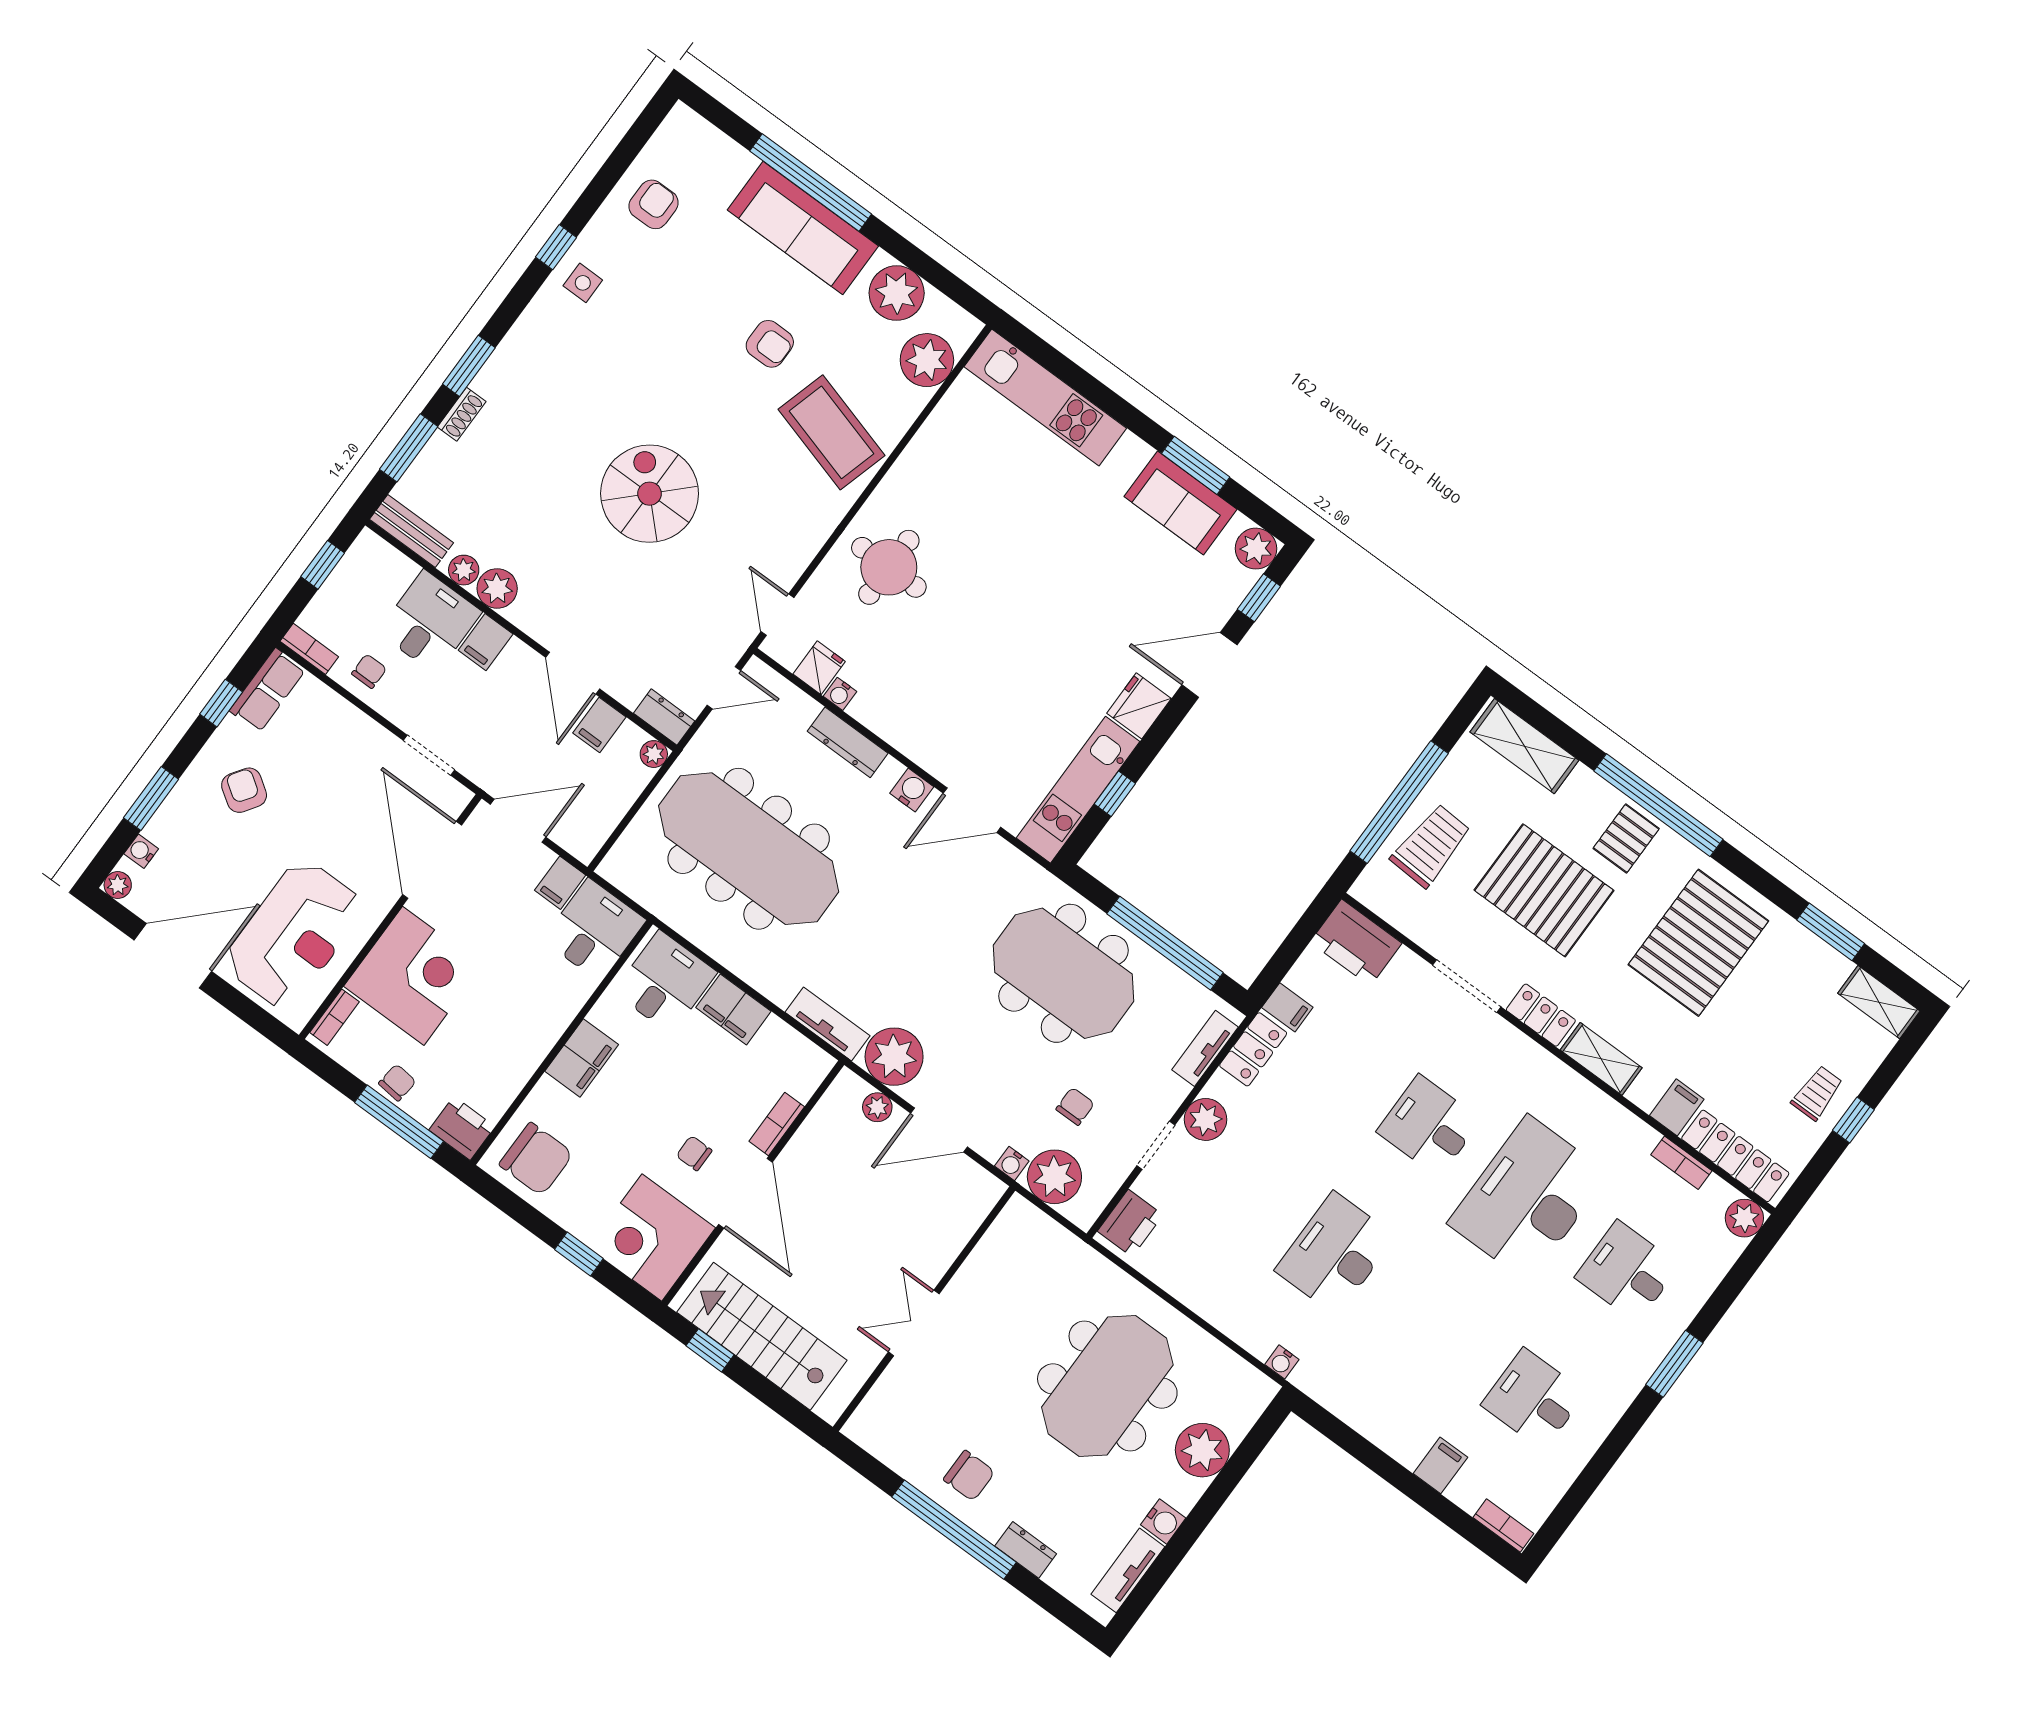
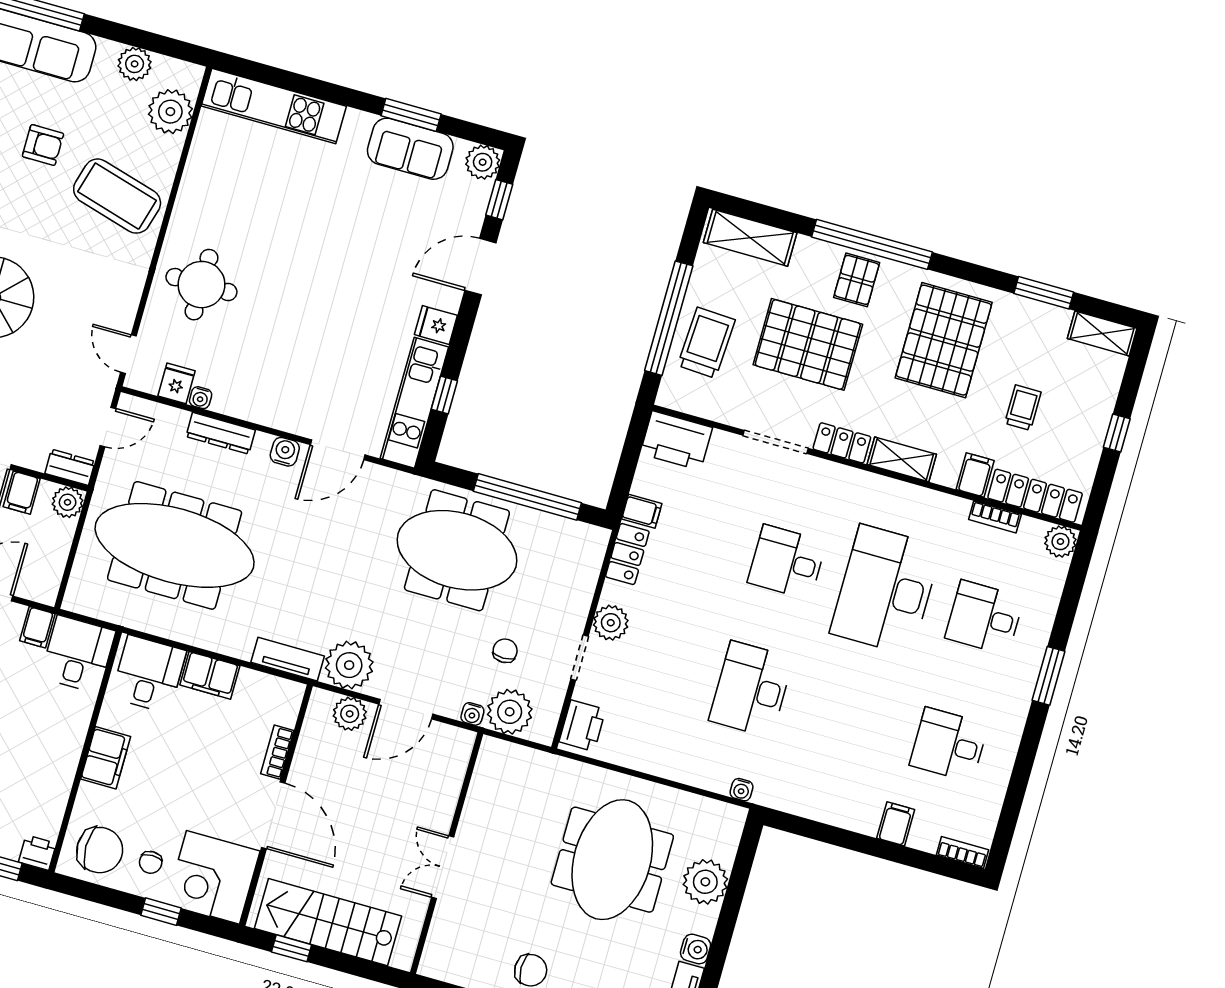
plant: (897, 293) -> (135, 64), width x0.73, depth x0.73
fridge: (1139, 706) -> (436, 325), width x0.72
plant: (654, 754) -> (68, 502), width x1.38, depth x1.38
tv unit: (1205, 1048) -> (590, 567), removed
trolley: (1817, 1093) -> (1023, 408), moved
plant: (877, 1107) -> (350, 714), width x1.38, depth x1.38
printer: (462, 1128) -> (37, 853), width x0.73, depth x0.81
chair: (694, 1153) -> (151, 862), moved, turned -90

